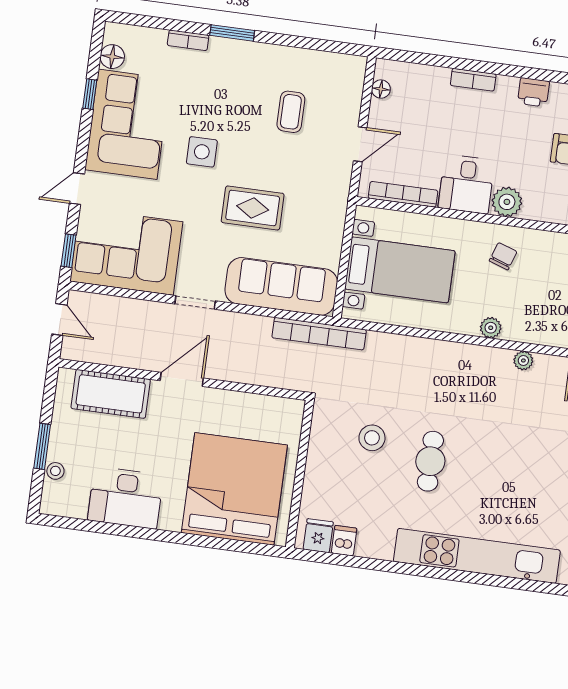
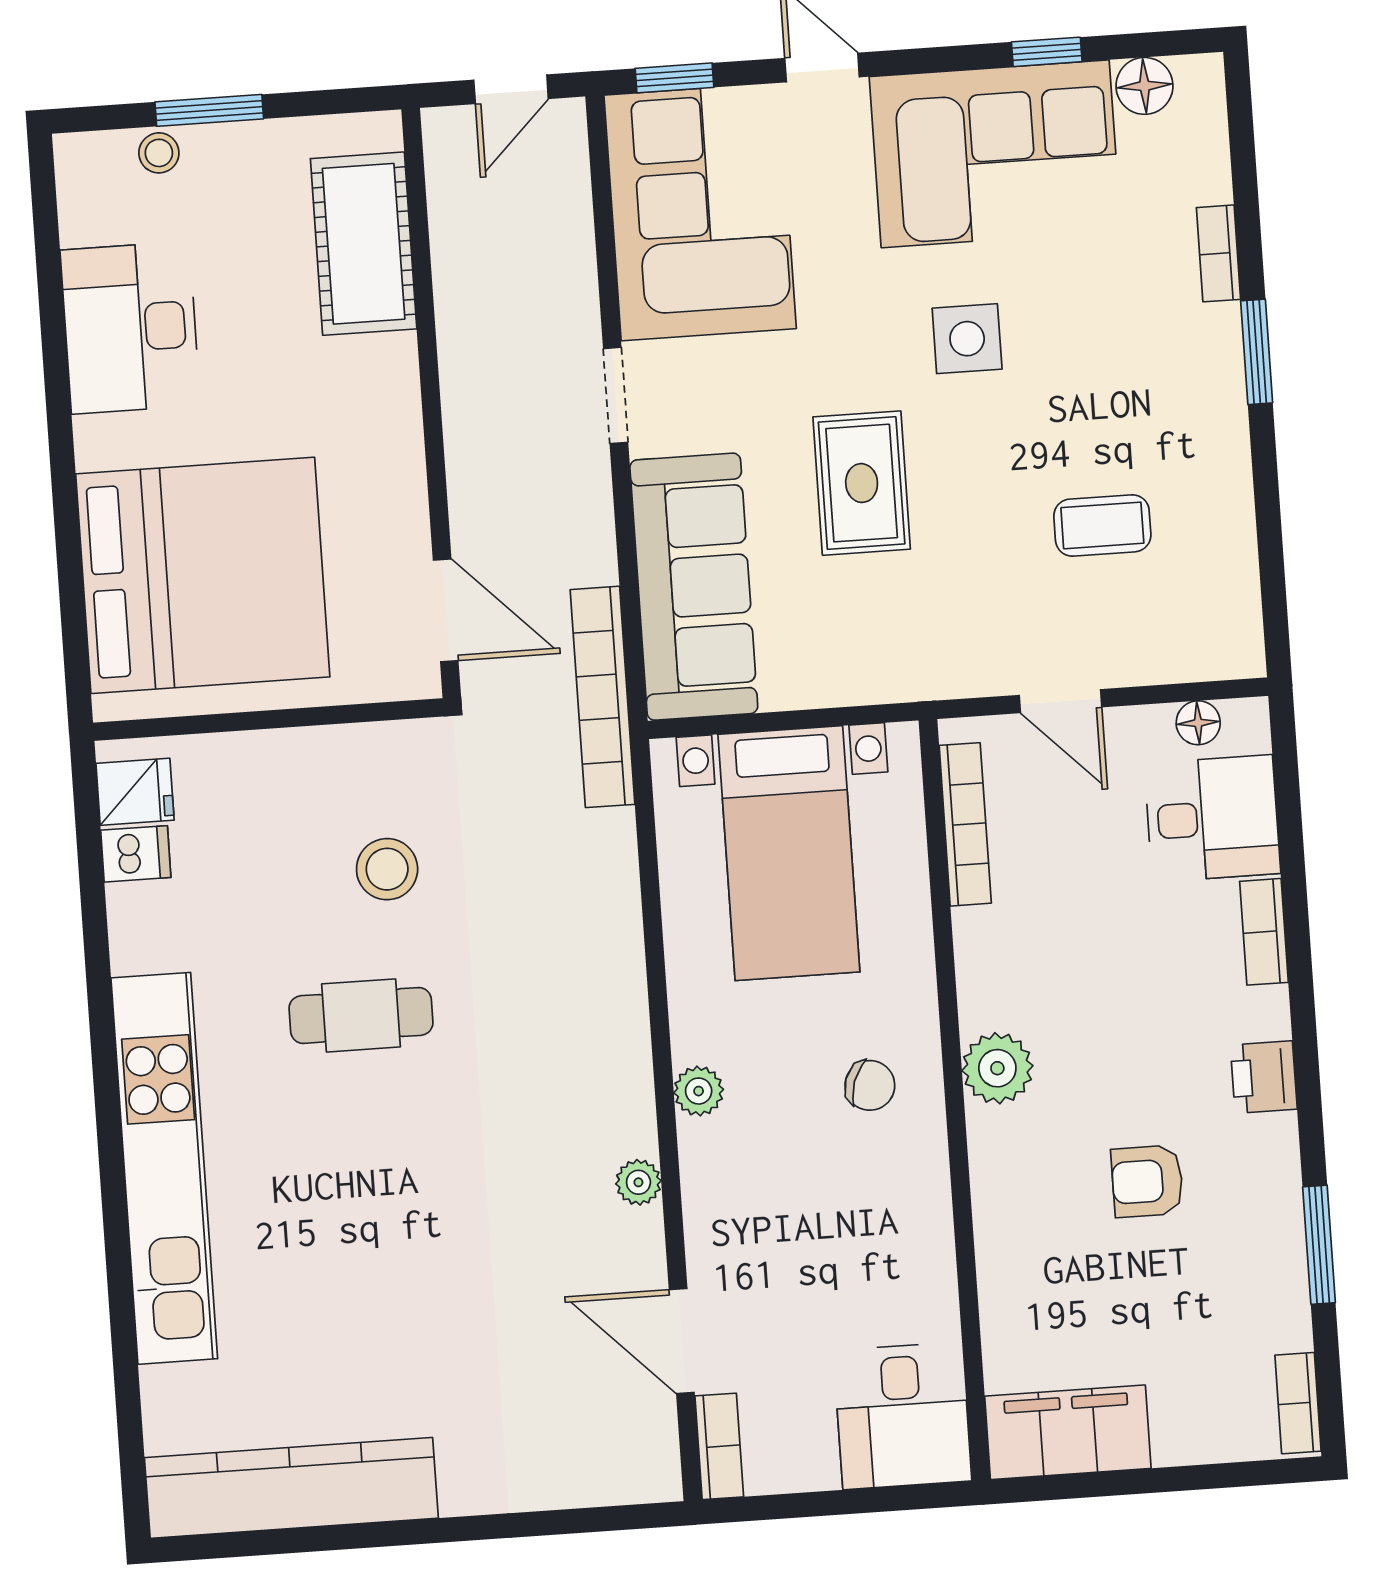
desk: (466, 184) -> (1212, 818), moved, turned 180
door: (182, 379) -> (446, 610), moved

